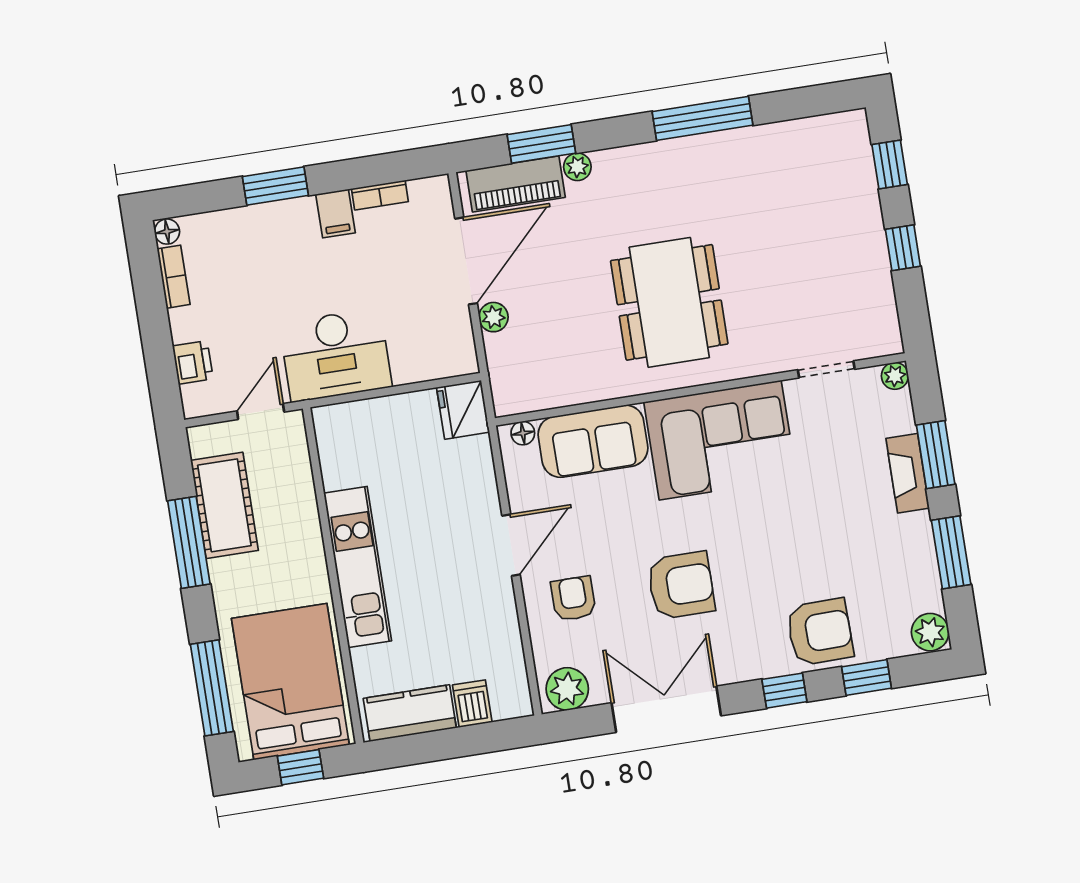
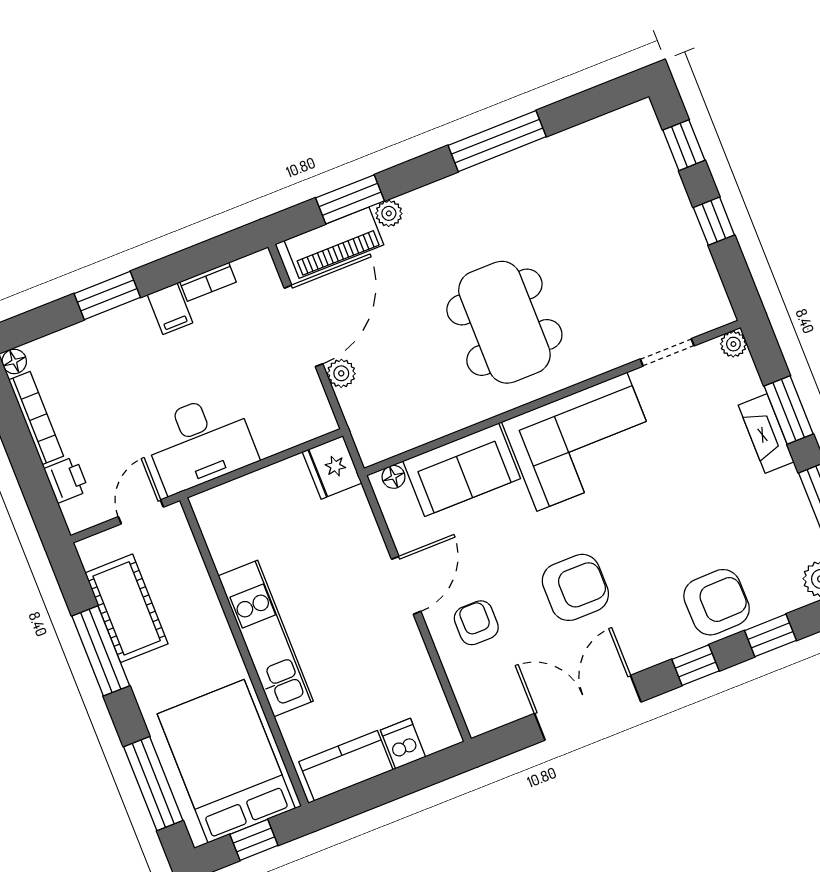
bookcase: (174, 277) -> (36, 418), width x1.56
plant: (567, 689) -> (490, 709), removed

